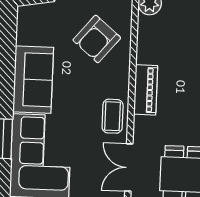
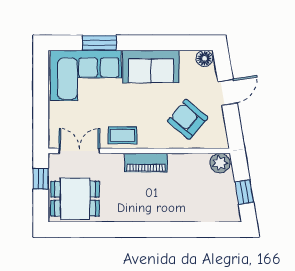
floor lamp: (26, 16) -> (204, 58), added

